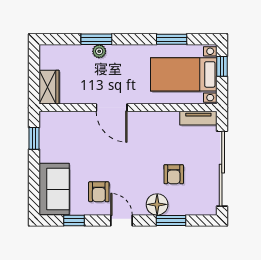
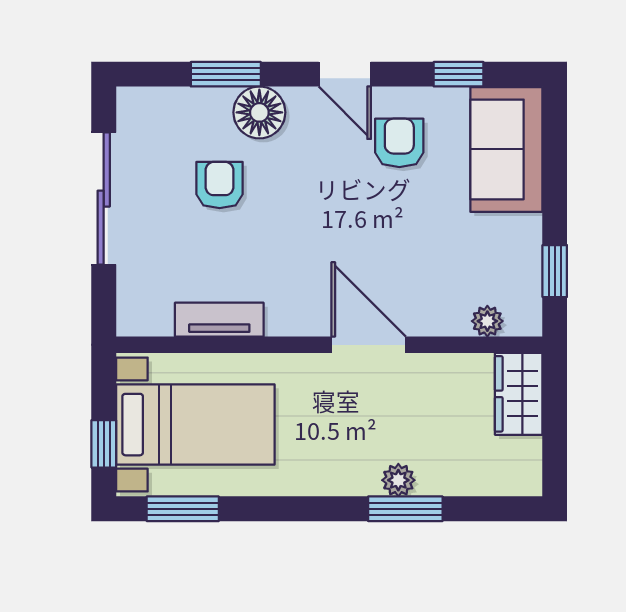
window: (172, 39) -> (183, 509), moved
plant: (62, 118) -> (487, 321), added
tv unit: (198, 118) -> (219, 320), moved
sliding door: (222, 169) -> (104, 199), width x0.73

